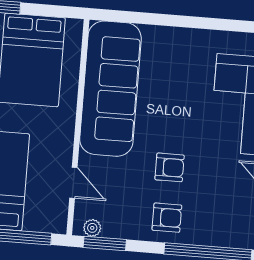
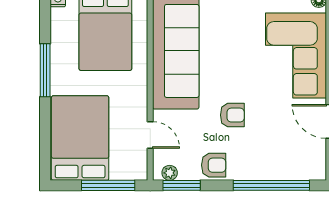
armchair: (167, 218) -> (214, 165), moved

